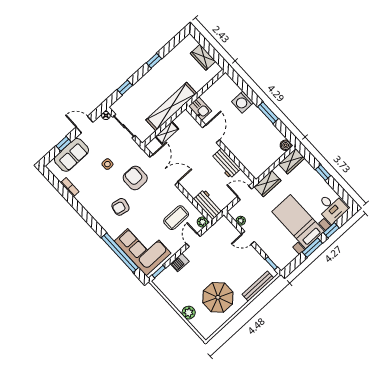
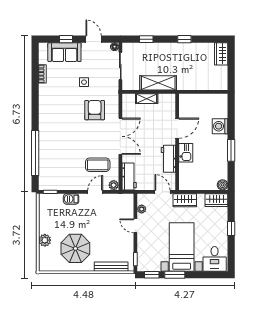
wardrobe: (203, 57) -> (221, 54), moved
shelving: (171, 107) -> (158, 83), width x0.68
kitchen sink: (200, 109) -> (186, 153), moved
double door: (164, 170) -> (120, 136), moved
armchair: (120, 207) -> (65, 121), removed
window: (331, 230) -> (152, 275), moved
corner sofa: (143, 247) -> (55, 164), removed

